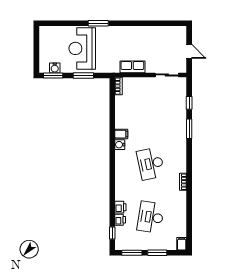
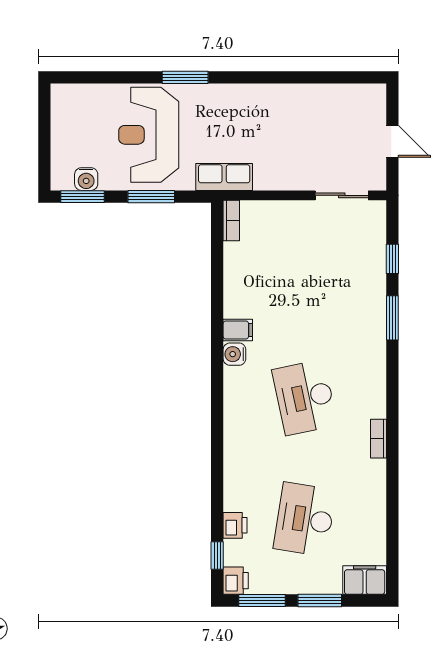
row of seats: (132, 67) -> (224, 177), moved
printer: (120, 207) -> (236, 581), moved
filing cabinet: (182, 244) -> (365, 580), width x2.00

